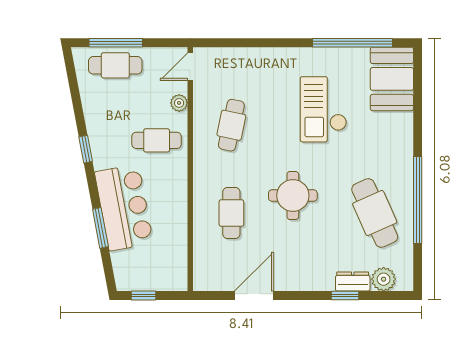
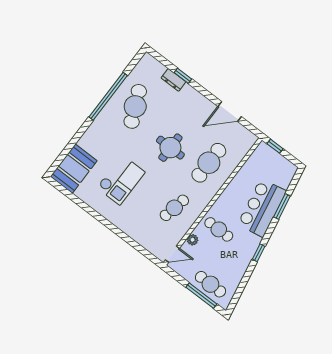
window: (352, 43) -> (80, 203), removed
cafe table: (231, 213) -> (209, 163), width x1.37, depth x1.35
plant: (384, 279) -> (157, 69), removed
window: (143, 295) -> (275, 146), moved

